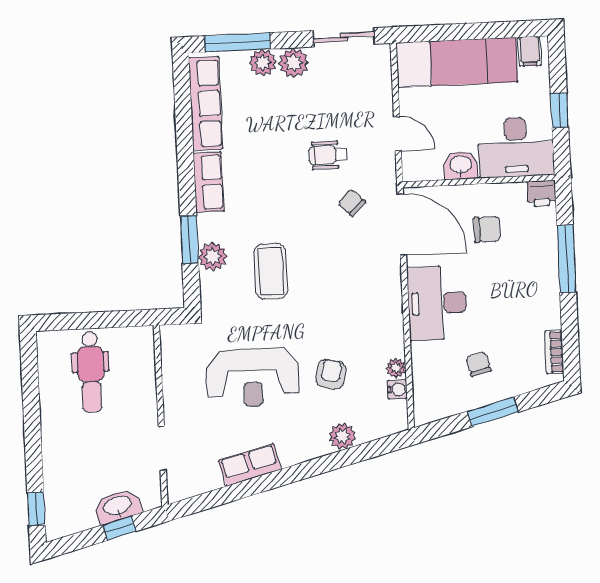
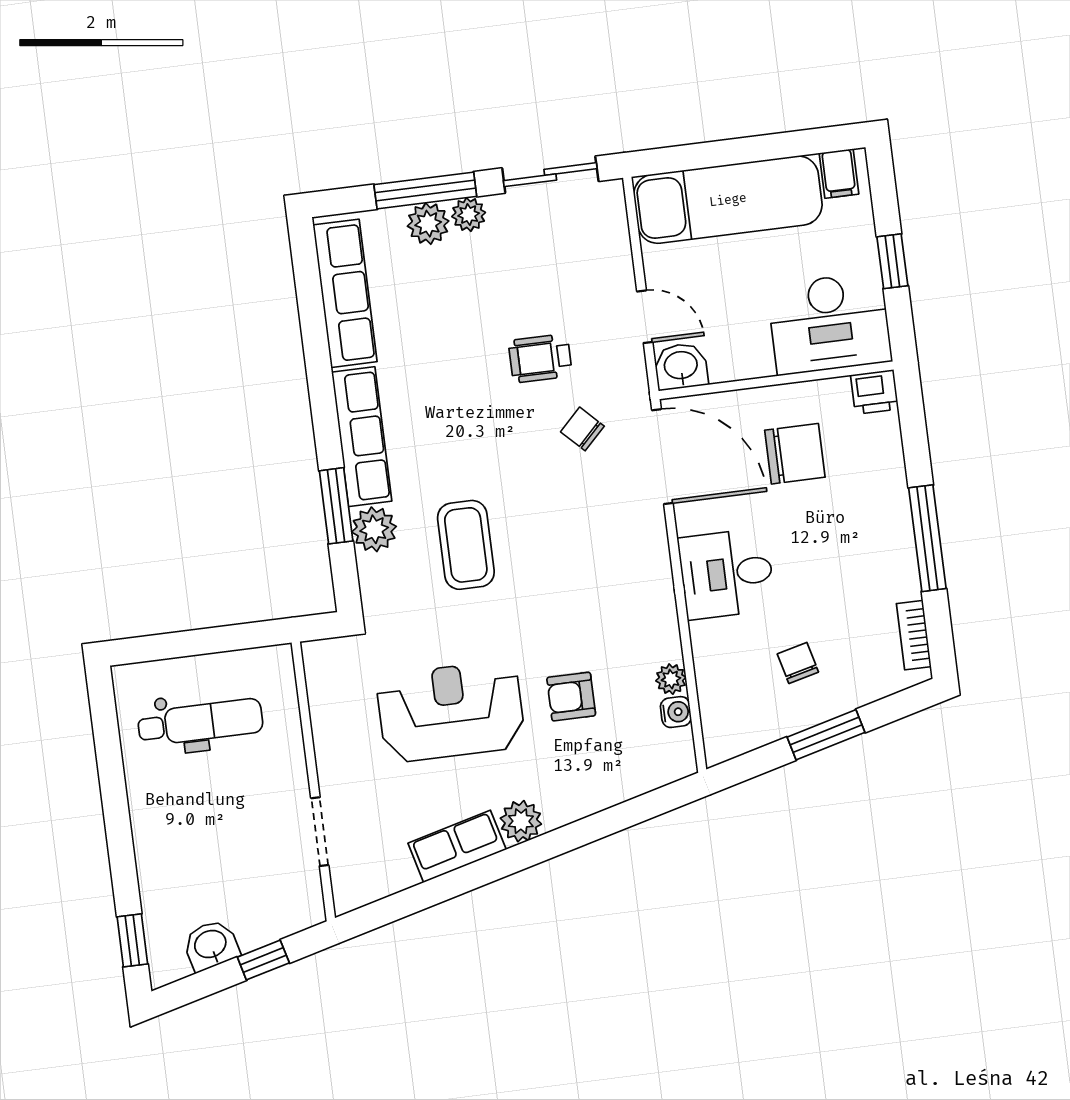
window: (237, 42) -> (425, 190), moved
plant: (294, 63) -> (469, 215), width x0.73, depth x0.73
washbasin: (461, 165) -> (681, 366), moved
row of seats: (209, 182) -> (362, 437), width x1.48
chair: (487, 229) -> (795, 454), width x1.37, depth x1.37
window: (567, 259) -> (927, 538), moved
desk: (437, 303) -> (727, 574), width x0.73
dental chair: (91, 372) -> (200, 722), turned -90
armchair: (331, 374) -> (571, 697), turned -102
reception desk: (253, 378) -> (451, 711), turned 180
plant: (342, 436) -> (521, 821), moved
washbasin: (118, 506) -> (211, 945), moved, width x0.72

